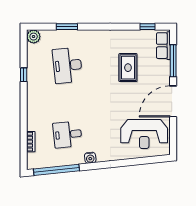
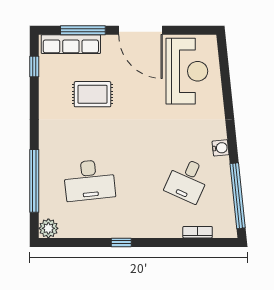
window: (67, 27) -> (34, 181), width x2.11
row of seats: (163, 46) -> (71, 44), width x1.48
window: (24, 75) -> (121, 242), moved
desk: (67, 134) -> (187, 180), turned 30

